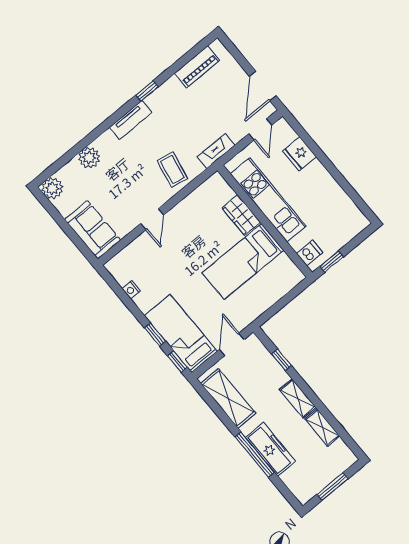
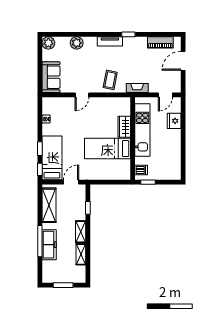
door: (263, 86) -> (183, 61), moved

